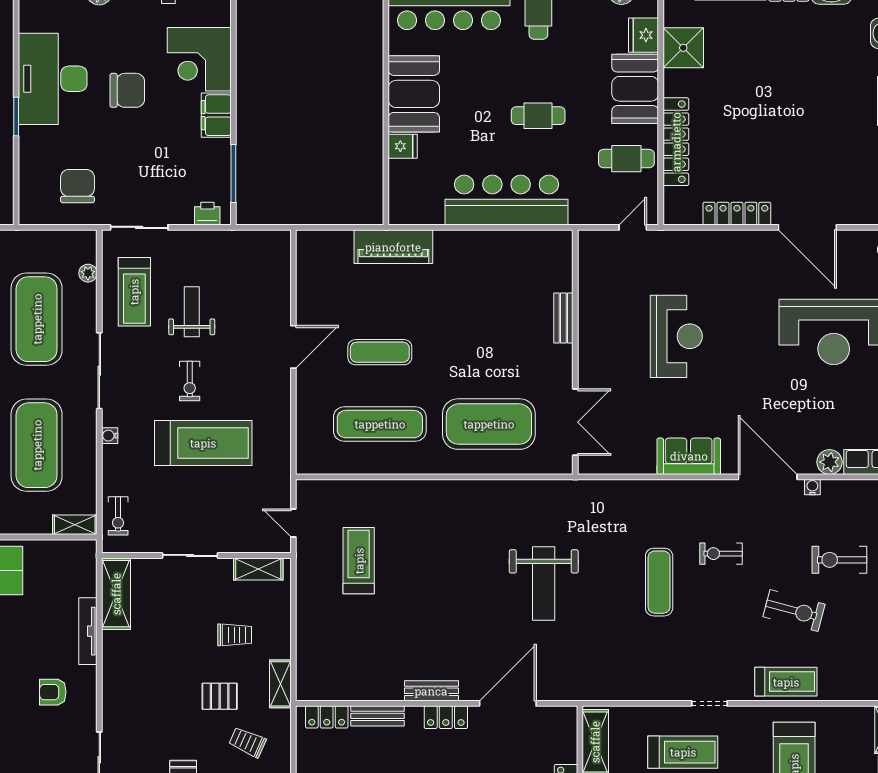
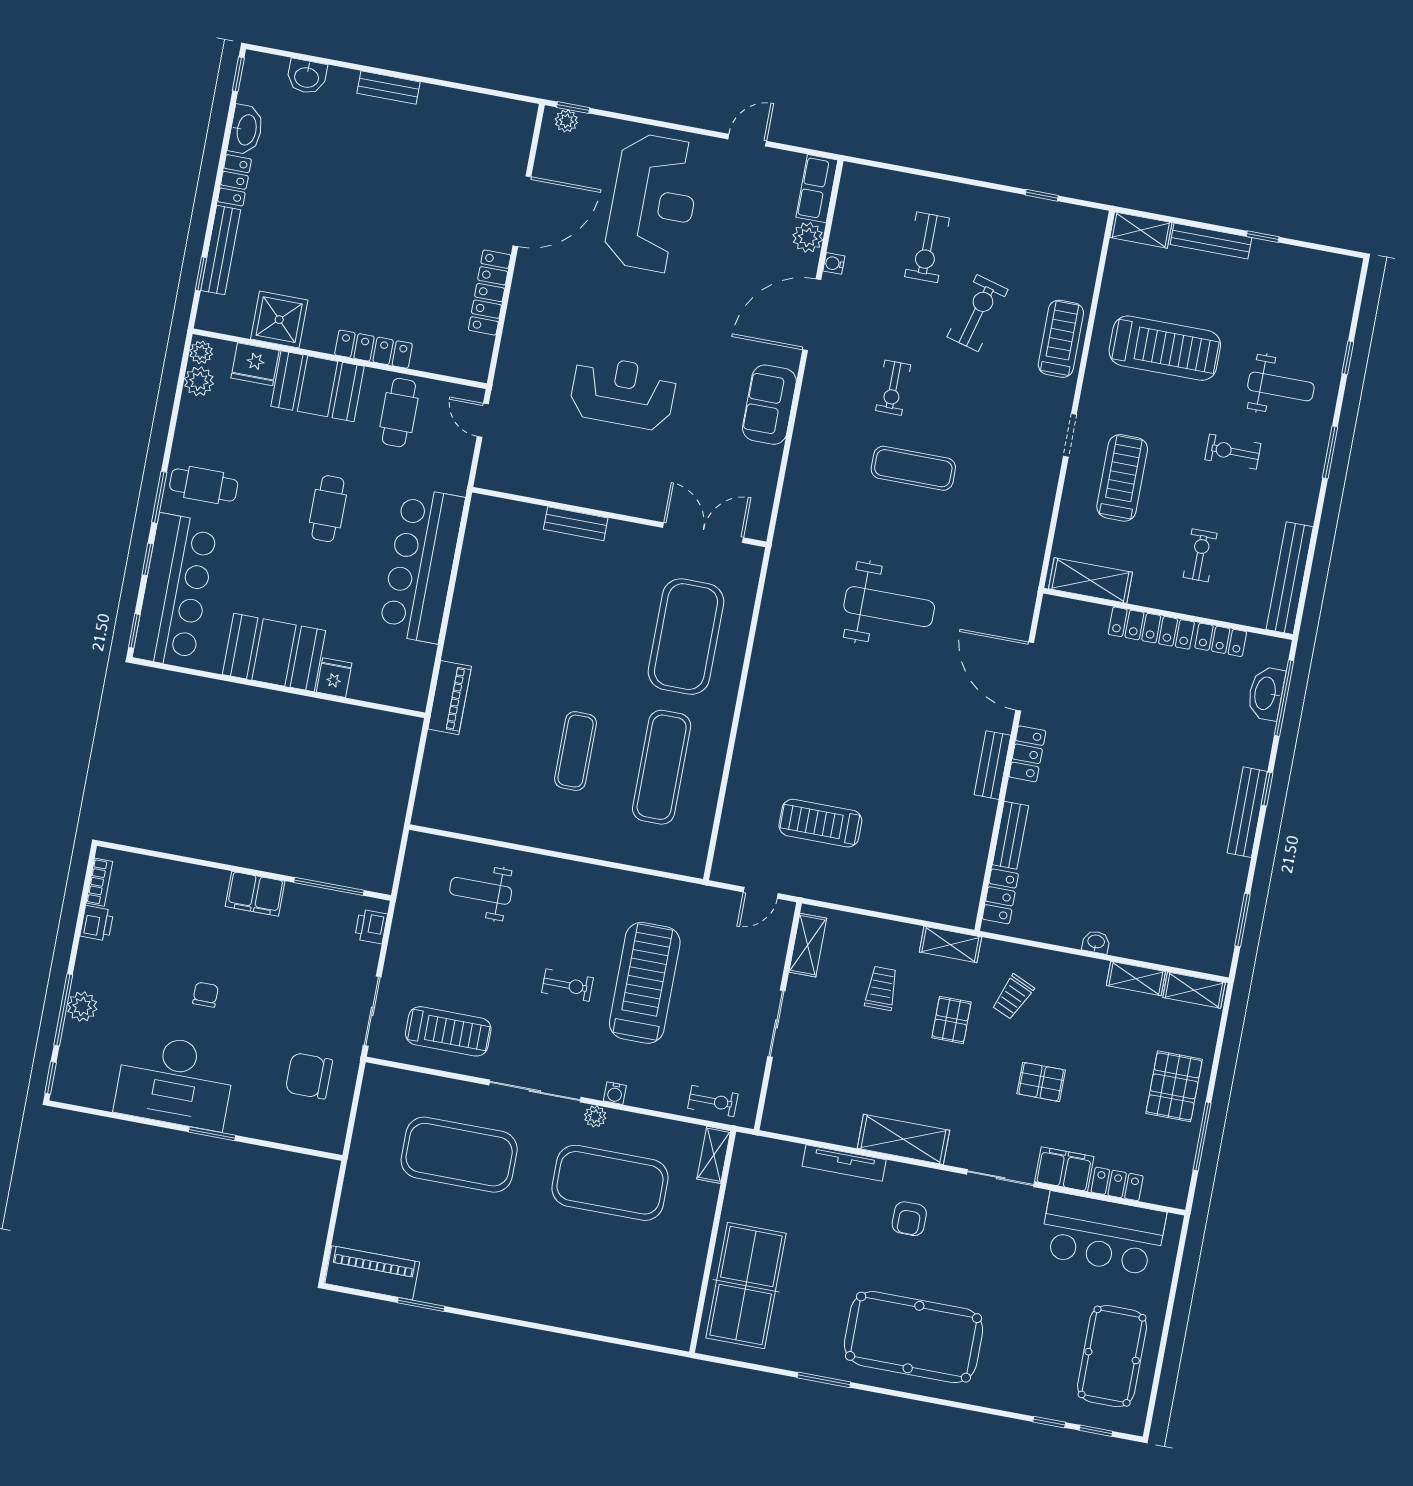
corner desk: (199, 59) -> (184, 902), removed
chair: (127, 90) -> (206, 995), width x0.54, depth x0.54
locker: (676, 142) -> (374, 349), width x0.71, depth x0.83
piano: (393, 247) -> (450, 698), width x0.73, depth x0.75
plant: (88, 273) -> (595, 1116), moved
weight bench: (192, 312) -> (481, 891), moved
door: (293, 347) -> (550, 853), removed
shelving: (116, 594) -> (903, 1139), moved

